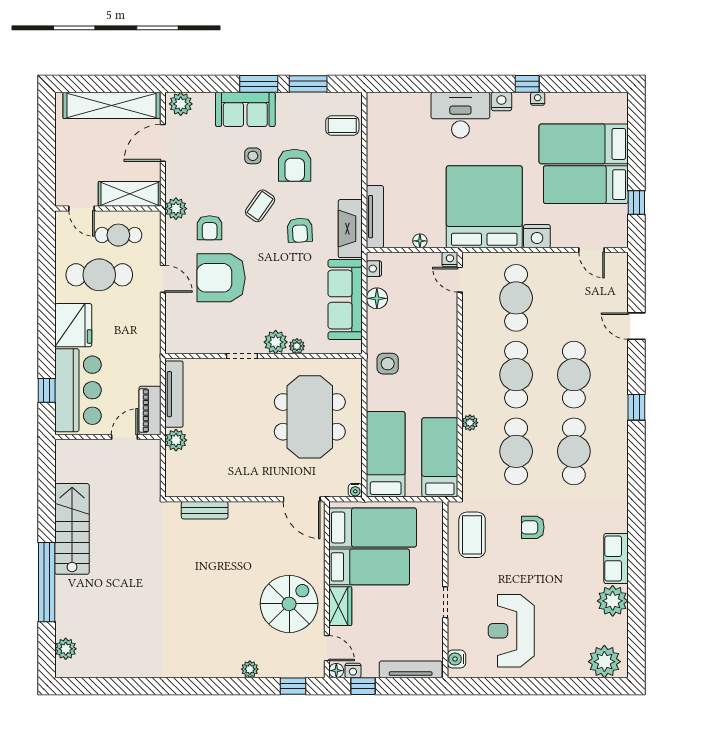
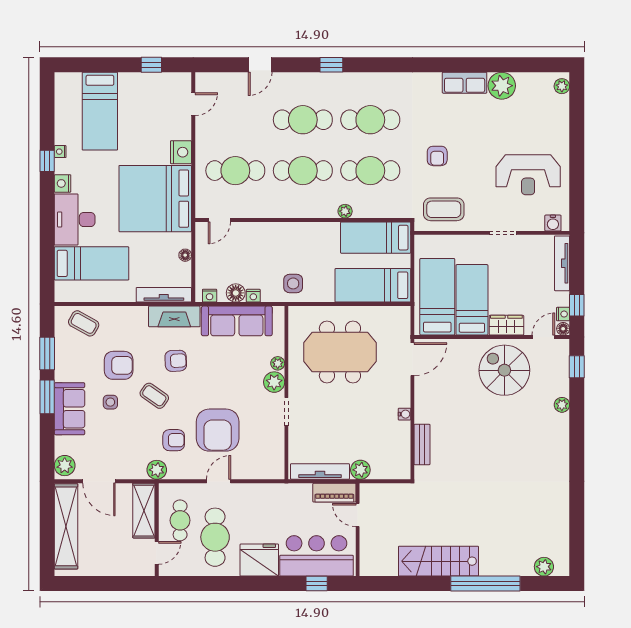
coffee table: (342, 125) -> (84, 323), turned -61
bed: (586, 185) -> (92, 263), moved, turned -90
nightstand: (450, 260) -> (253, 296), moved, turned -90
water cooler: (355, 490) -> (404, 414), moved
plant: (604, 662) -> (562, 86), width x0.53, depth x0.53

